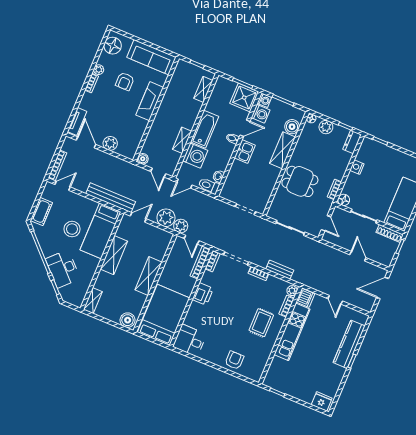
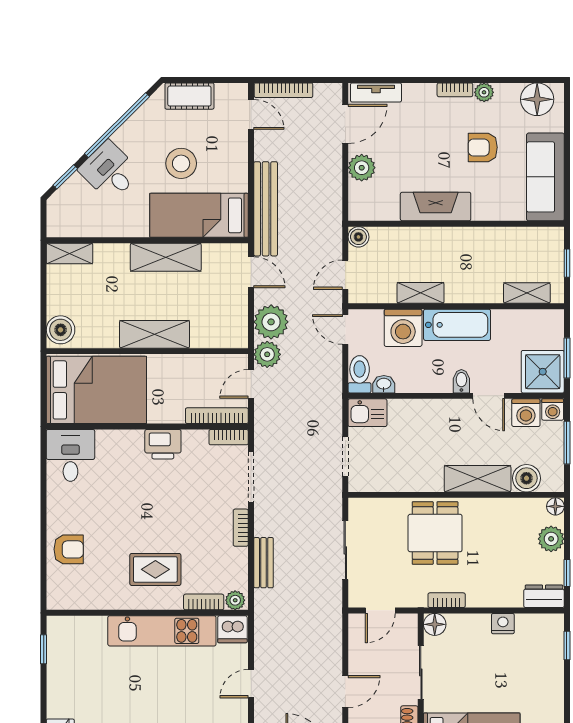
fireplace: (150, 101) -> (436, 206), moved
kitchen sink: (245, 152) -> (367, 413), moved
desk: (63, 269) -> (110, 171), width x0.73

